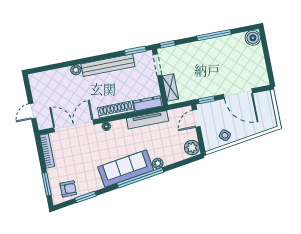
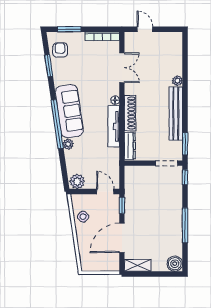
shelving: (170, 87) -> (138, 265), moved
tv unit: (147, 120) -> (114, 126), moved
double door: (74, 126) -> (122, 68), width x0.73
armchair: (68, 189) -> (60, 50), turned 180

